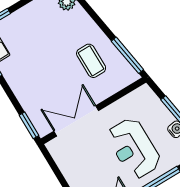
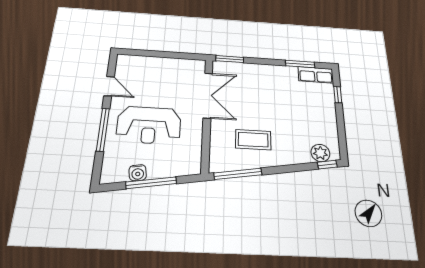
reception desk: (134, 148) -> (149, 125), turned 180

